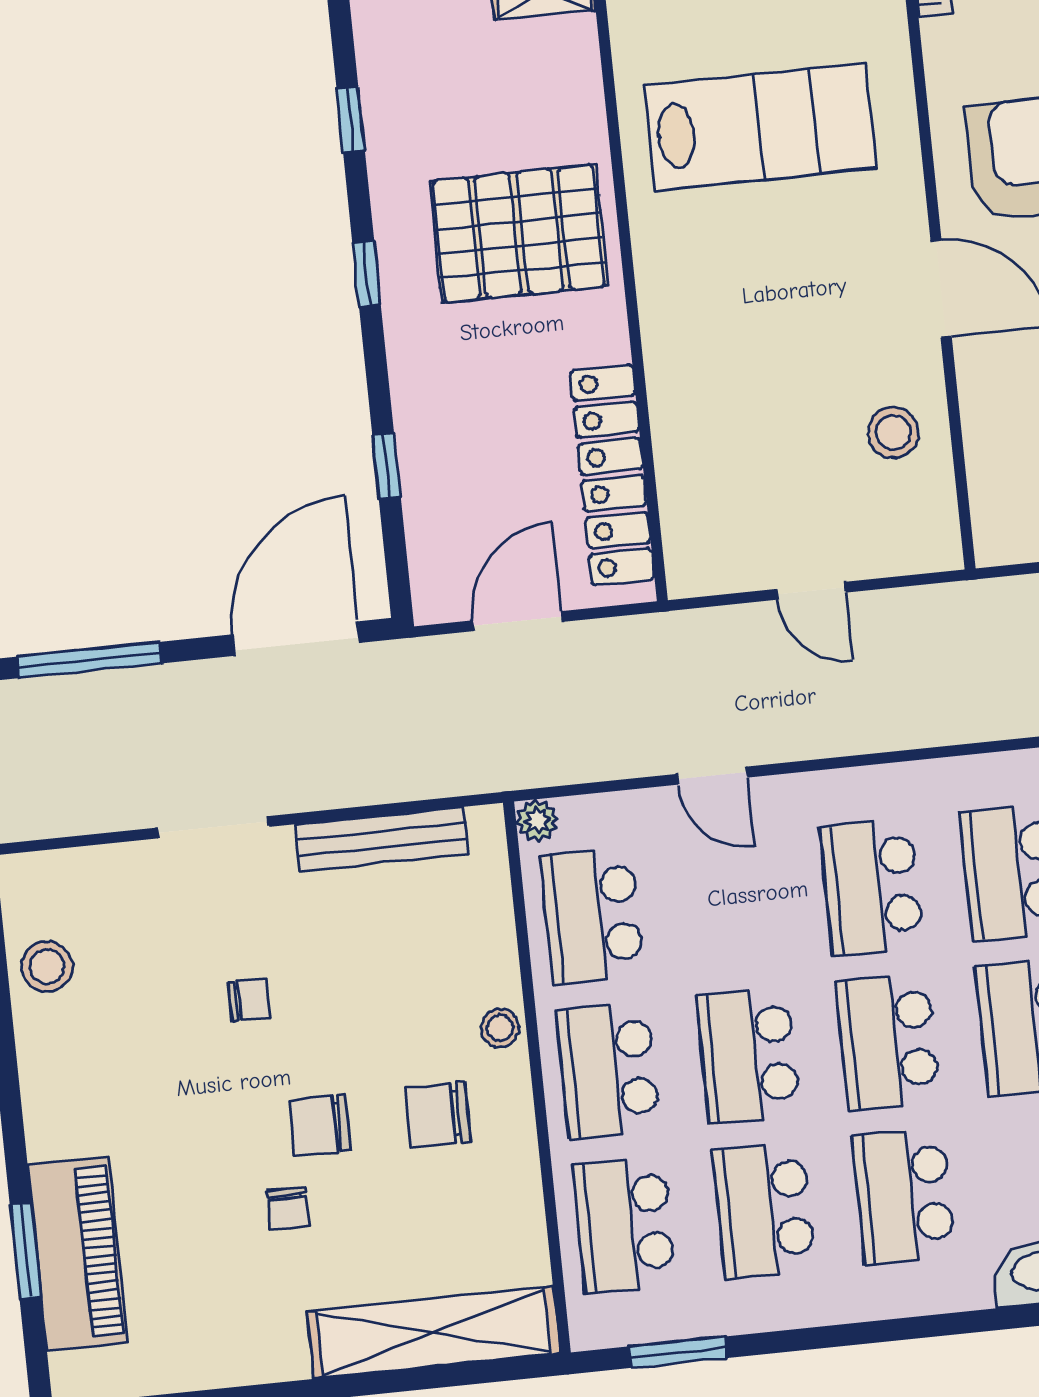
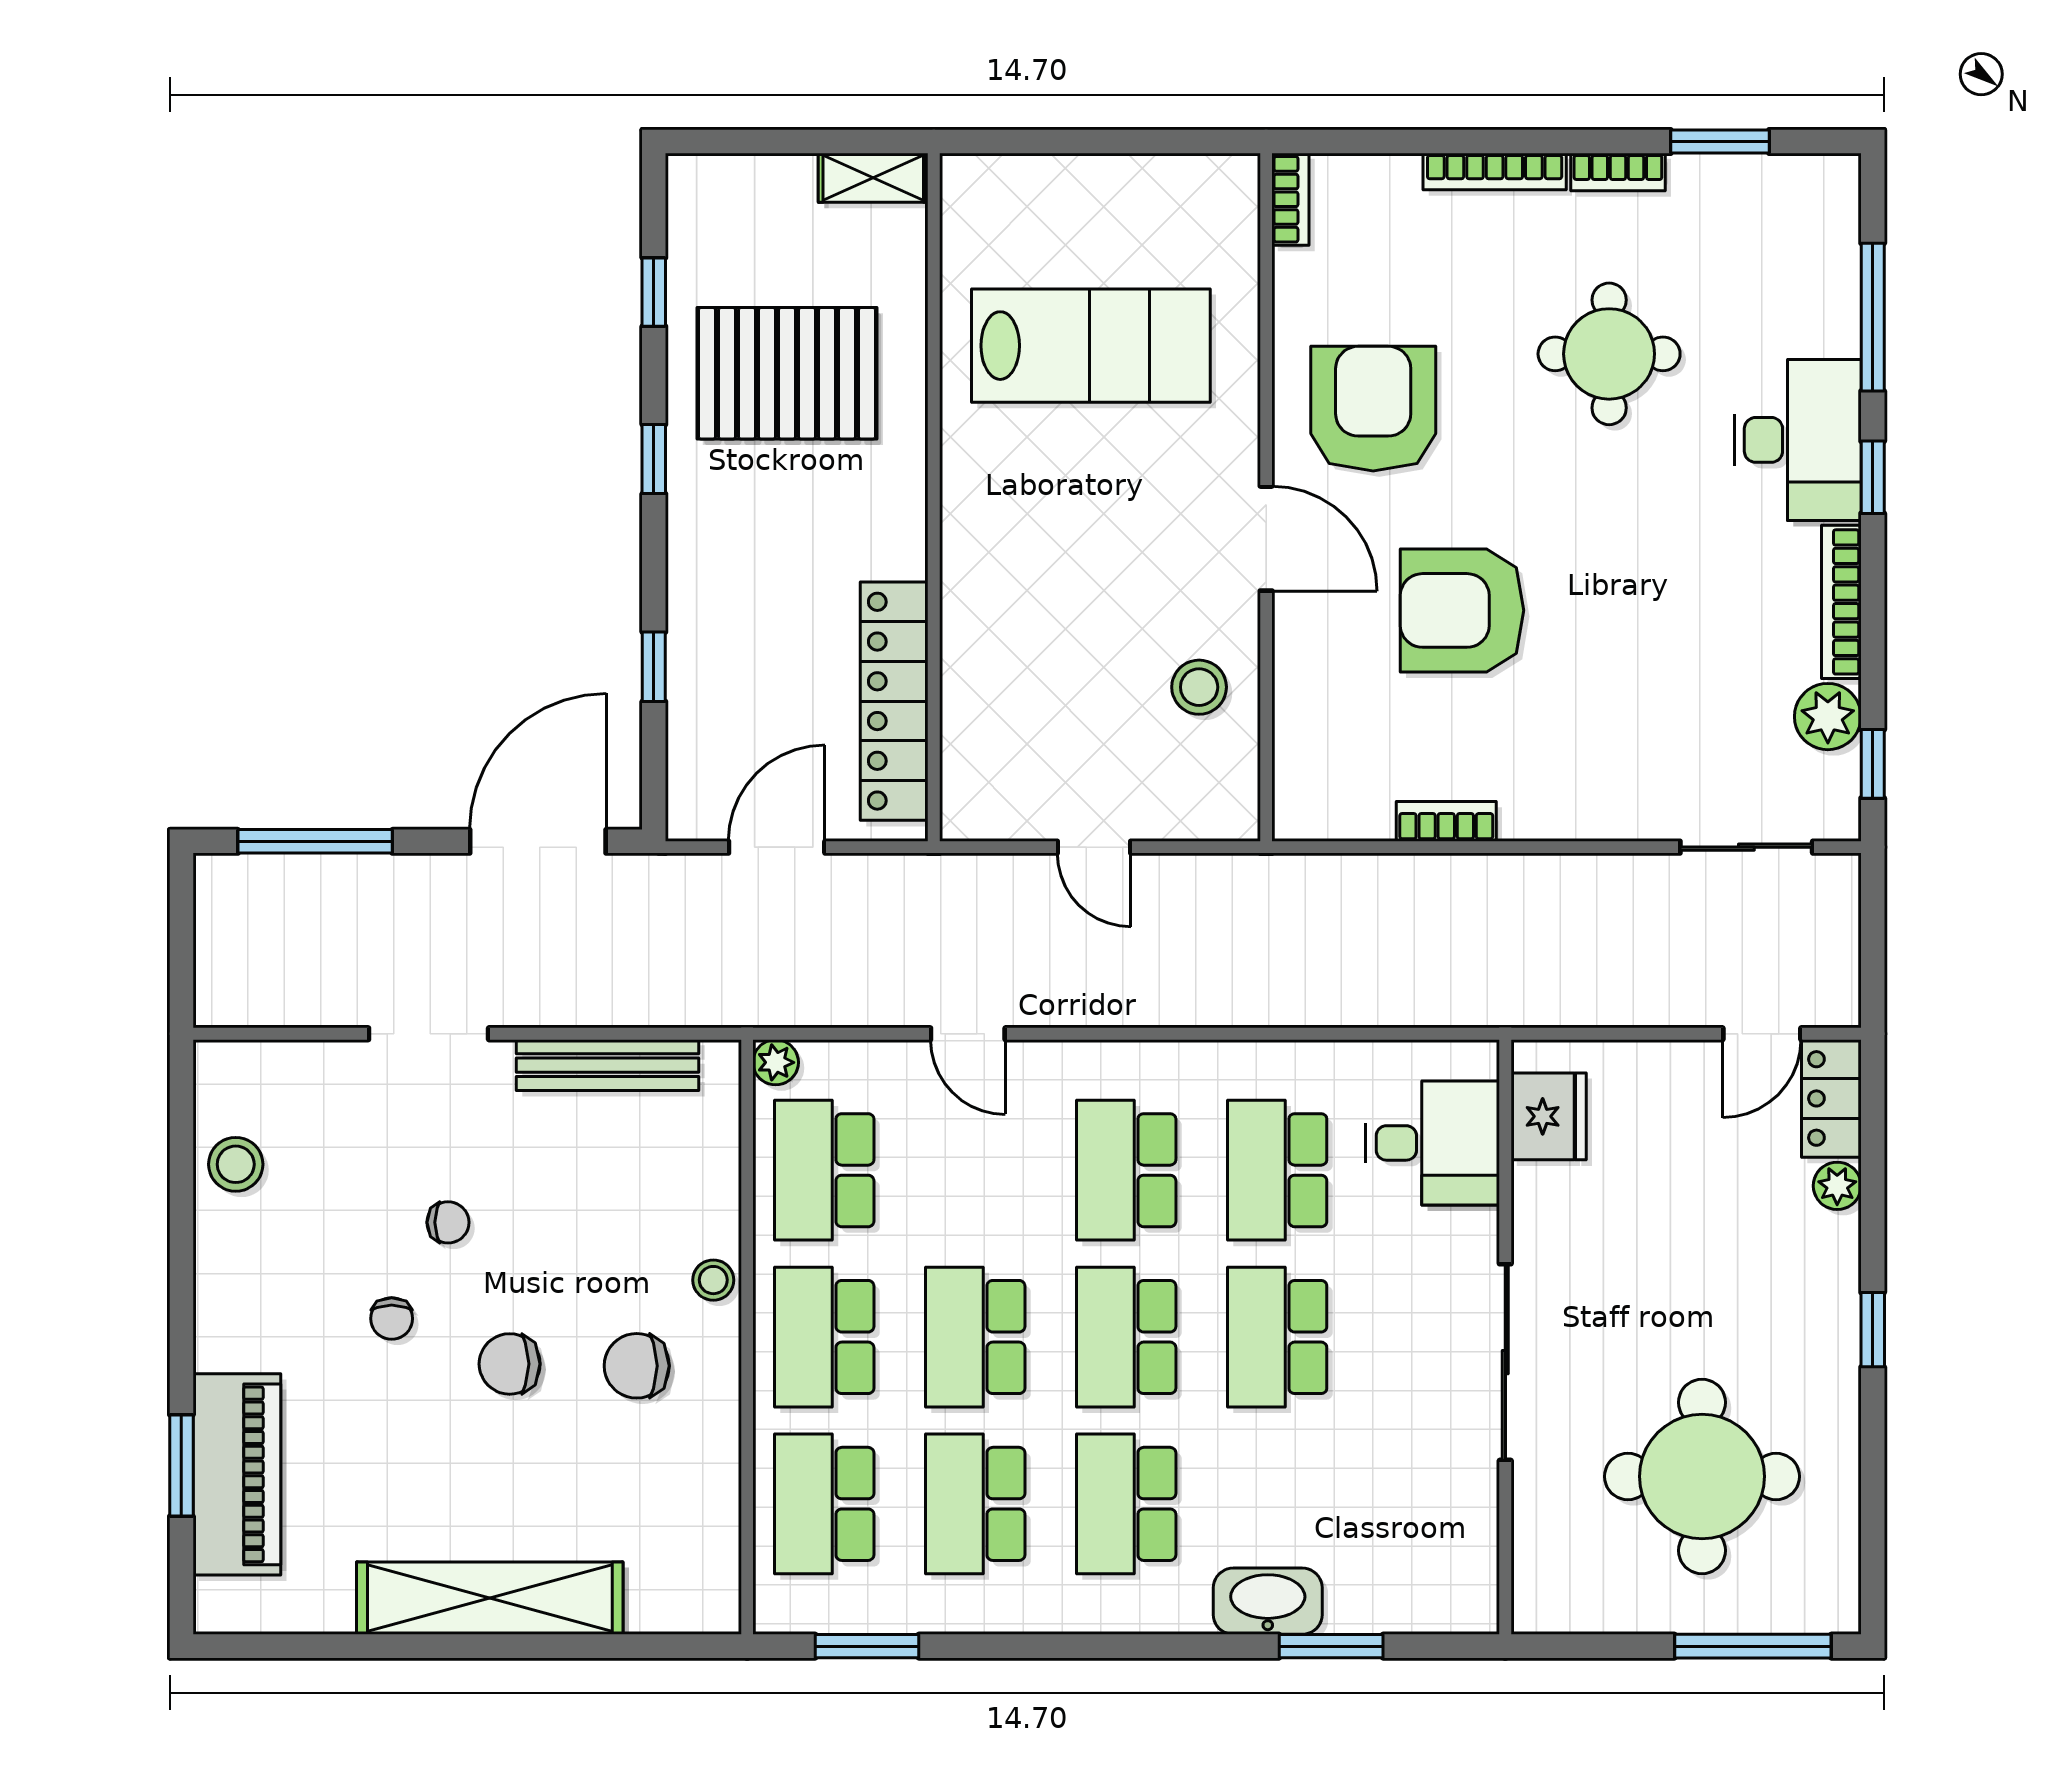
pallet: (519, 233) -> (787, 373), moved
chair: (288, 1208) -> (392, 1319), moved
shelving: (433, 1333) -> (490, 1598), moved

